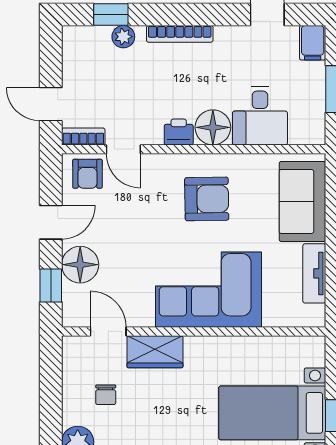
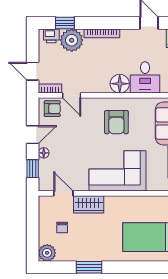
plant: (123, 37) -> (72, 40), width x1.88, depth x1.88
printer: (179, 132) -> (51, 36), moved, turned 180
armchair: (87, 174) -> (52, 109), turned -90
armchair: (207, 199) -> (116, 122), turned 91
floor lamp: (80, 265) -> (44, 153), width x0.53, depth x0.53

